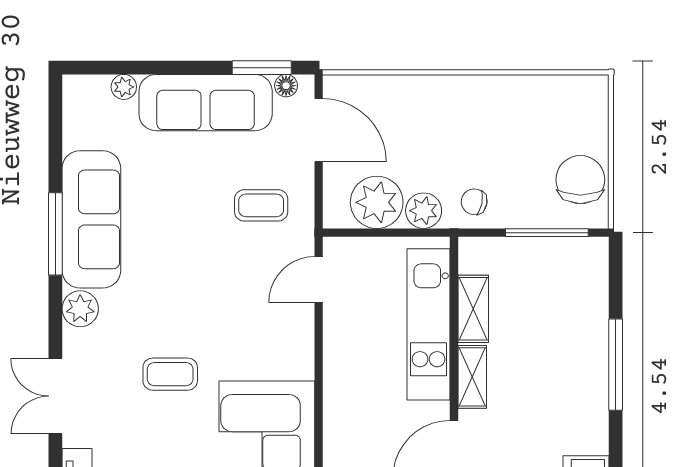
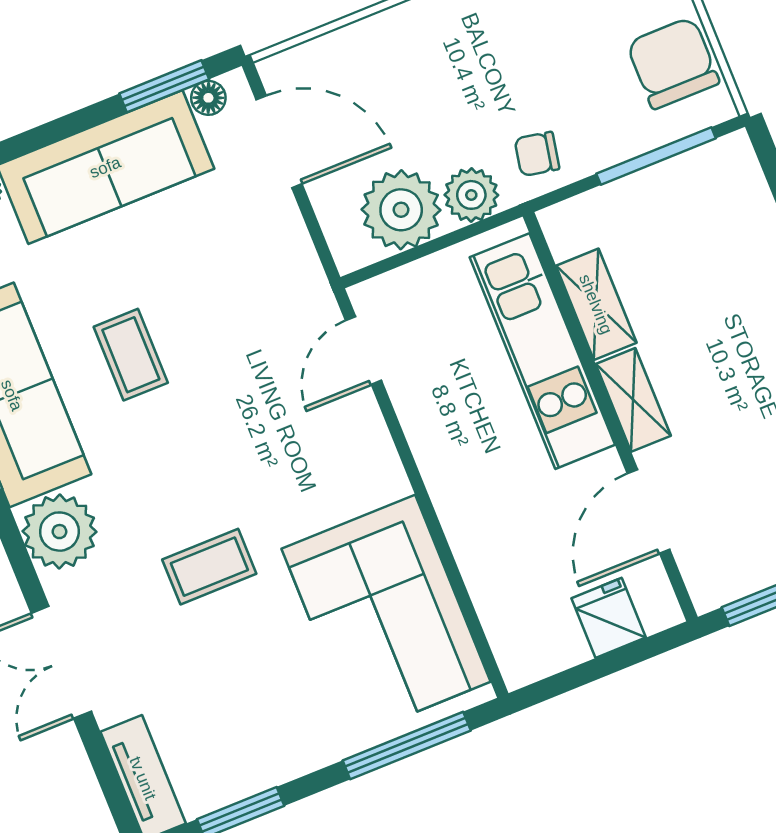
coffee table: (261, 205) -> (131, 355), moved, turned 90
plant: (80, 309) -> (59, 532), width x1.36, depth x1.36

